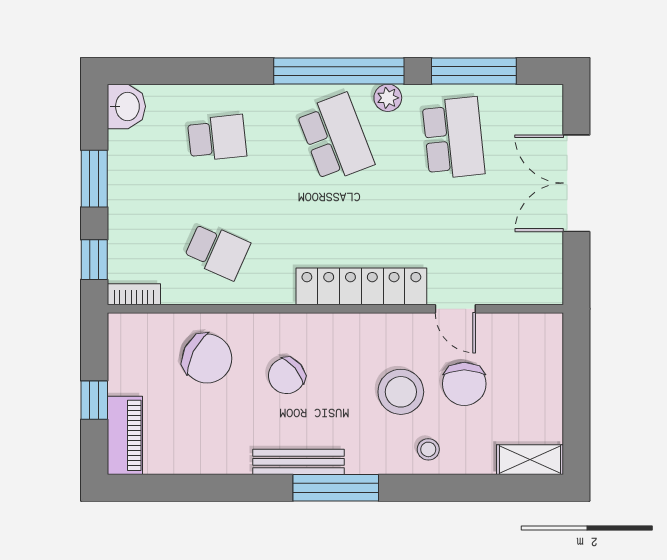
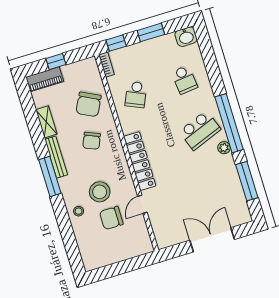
school desk: (454, 138) -> (215, 181), removed
chair: (287, 376) -> (92, 141), turned -117
shelving: (530, 460) -> (46, 122), moved

